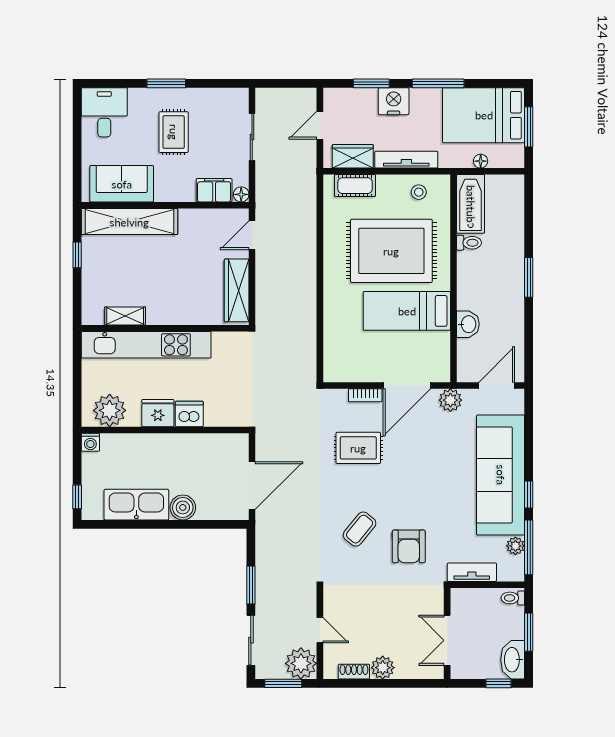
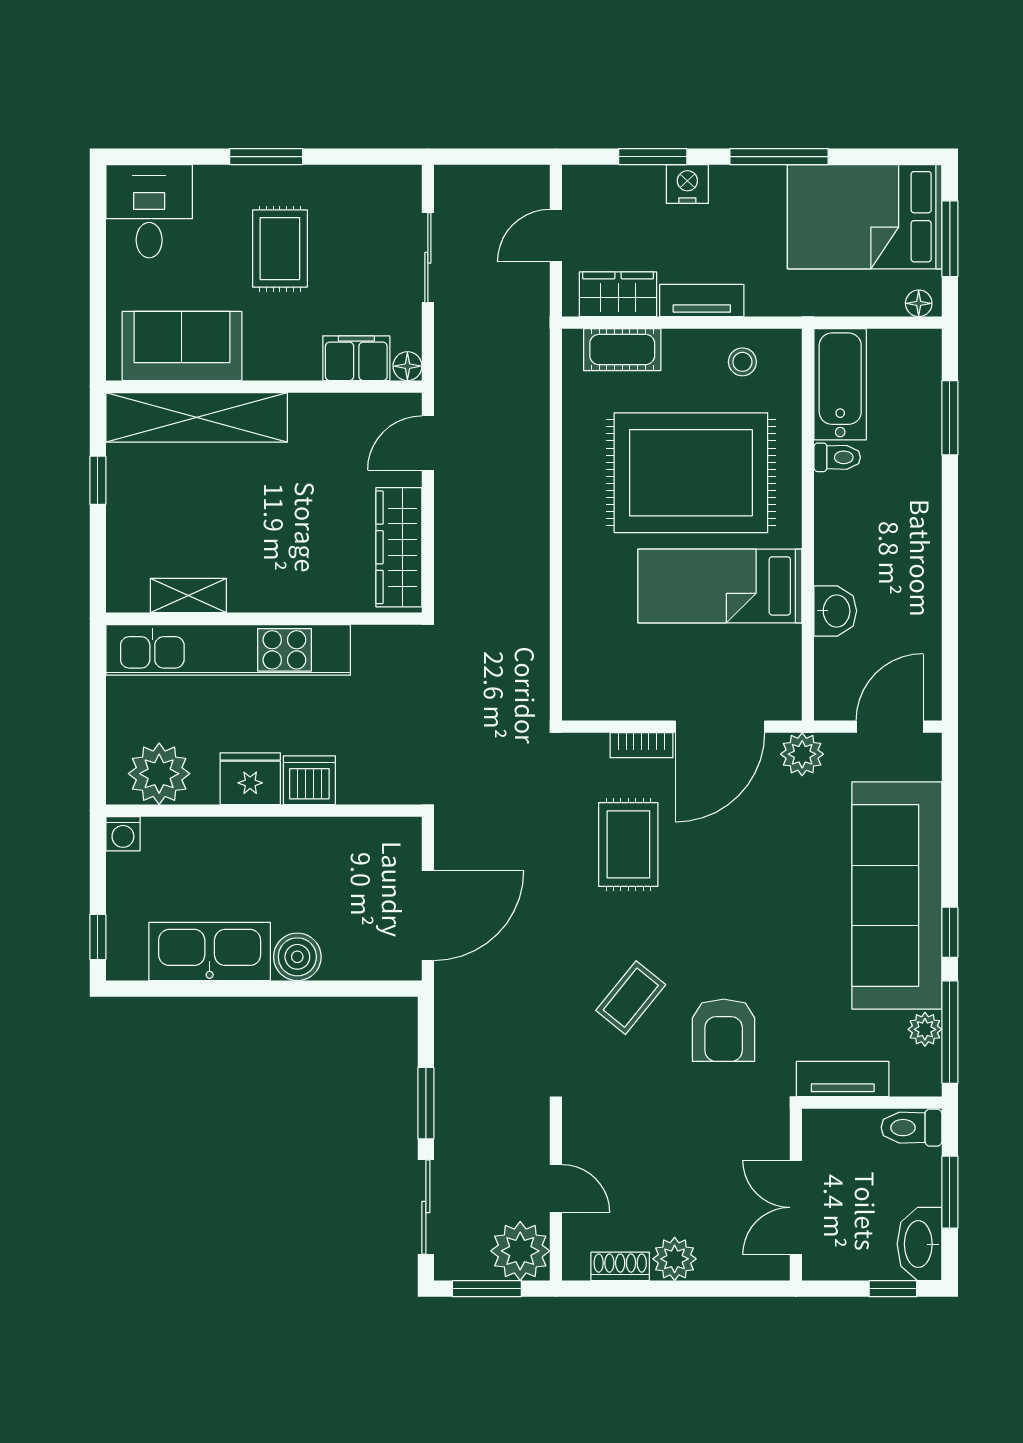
nightstand: (394, 101) -> (687, 184), width x0.74, depth x0.75
tv unit: (406, 160) -> (702, 300), width x0.71
floor lamp: (481, 161) -> (919, 303), moved
window: (529, 277) -> (950, 418), moved
rug: (358, 448) -> (628, 844), turned 90
toilet: (513, 598) -> (912, 1128), width x1.37, depth x1.39

